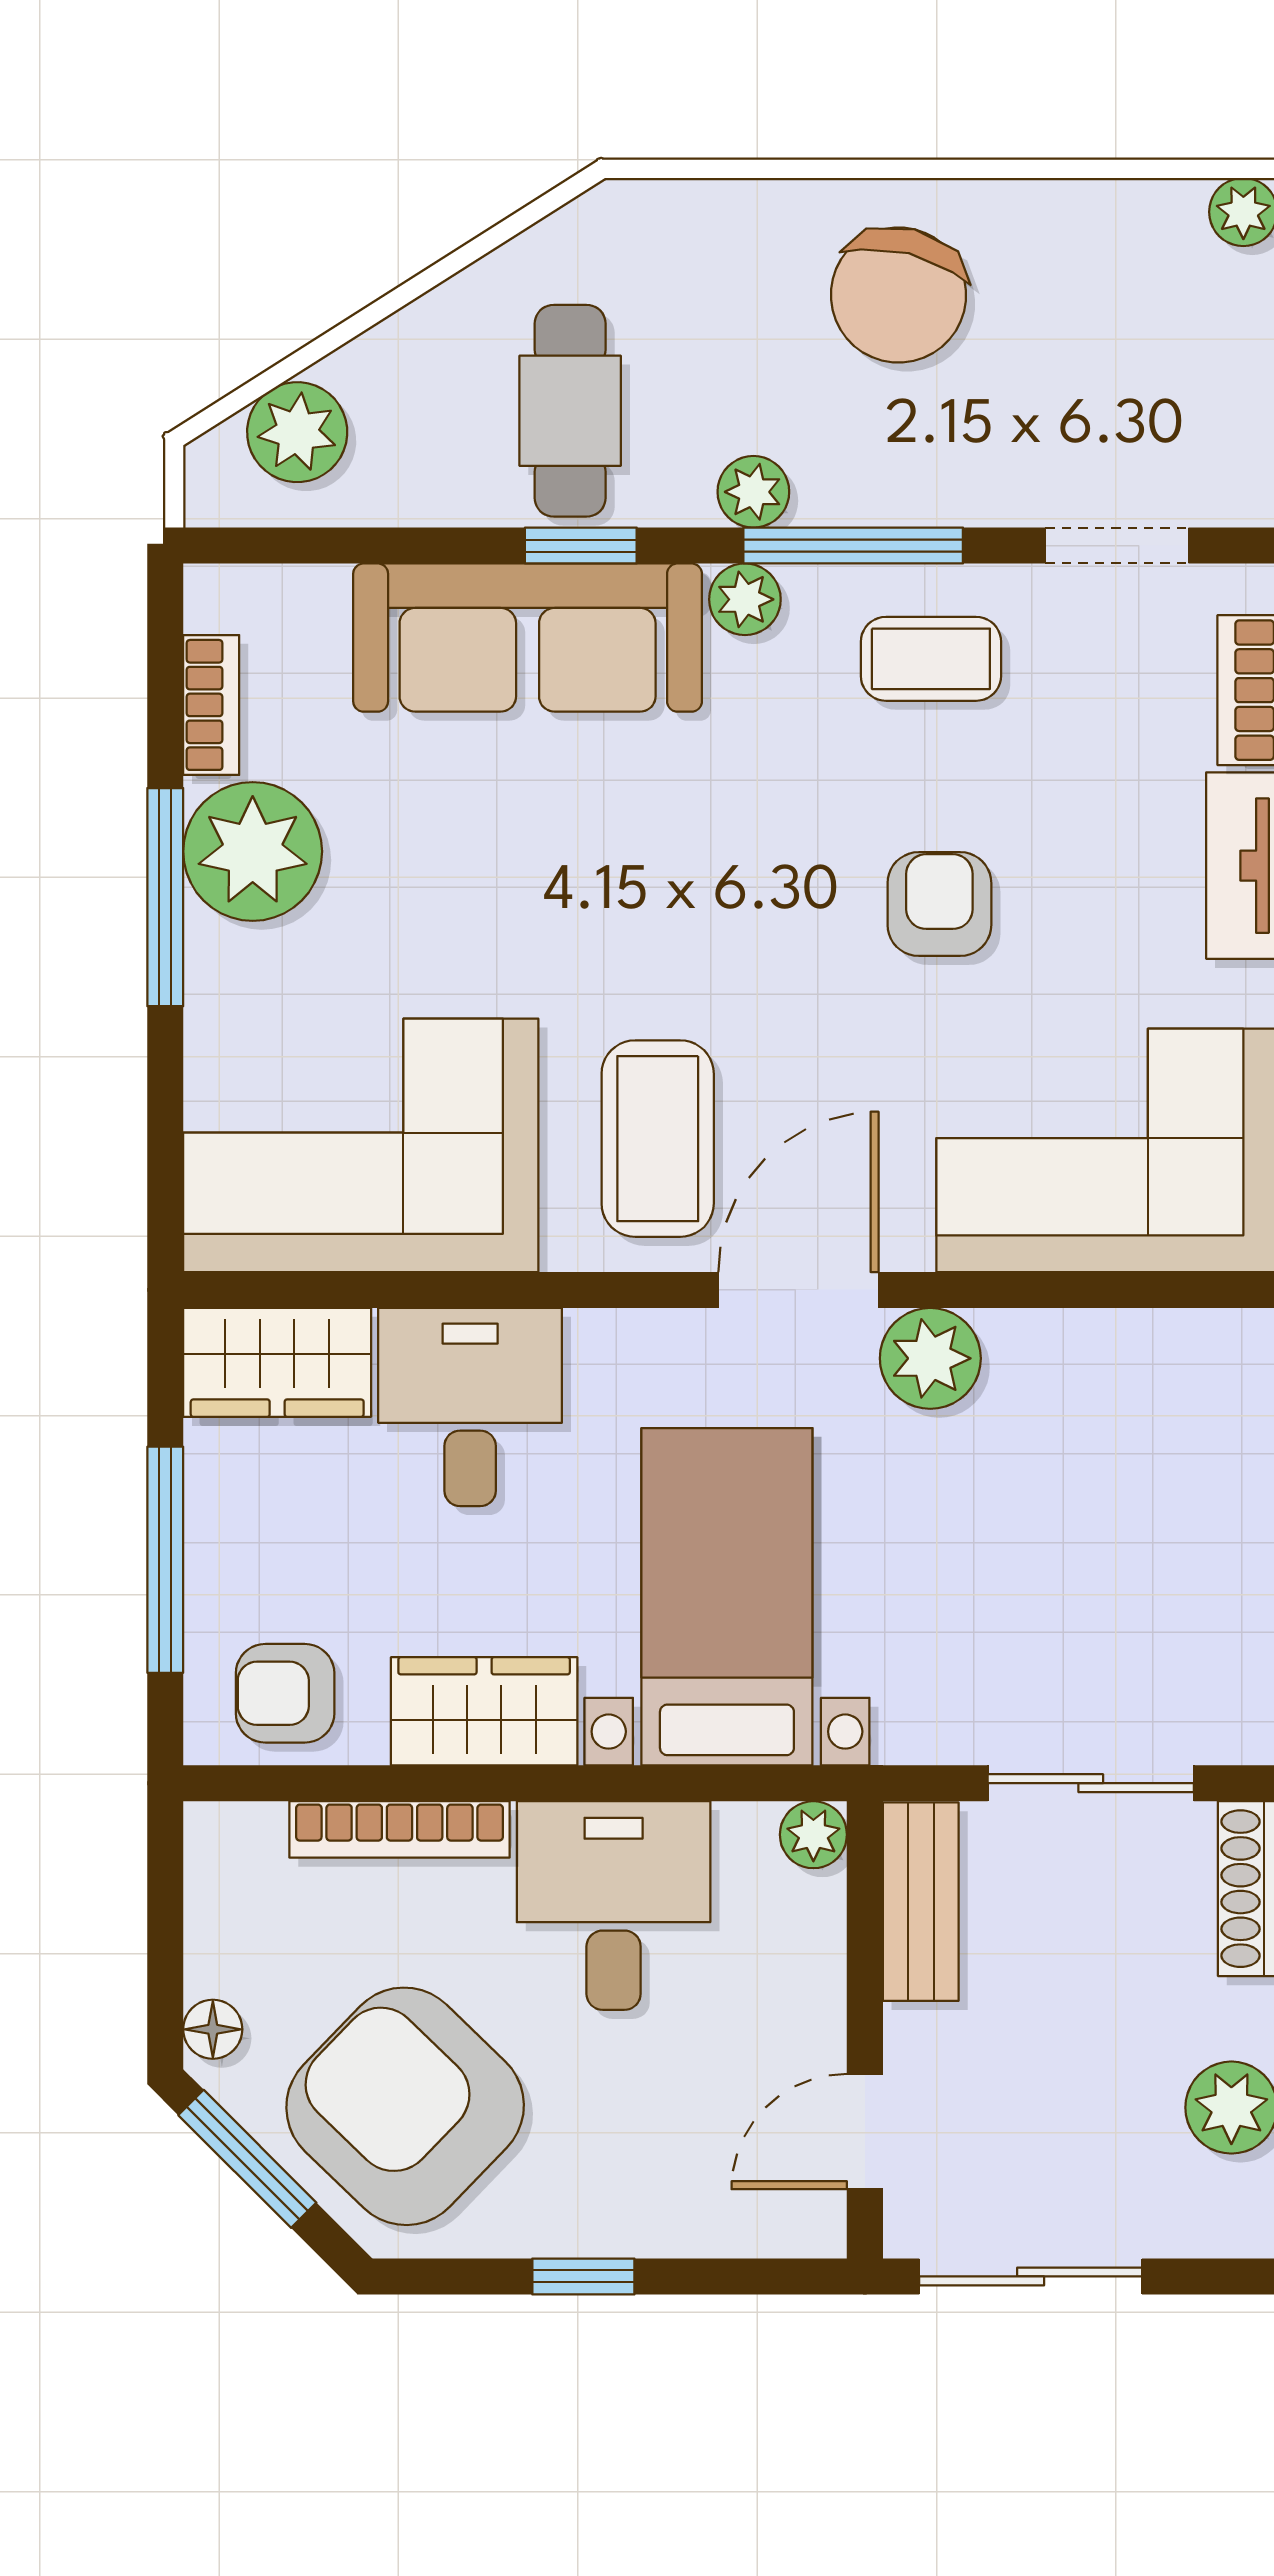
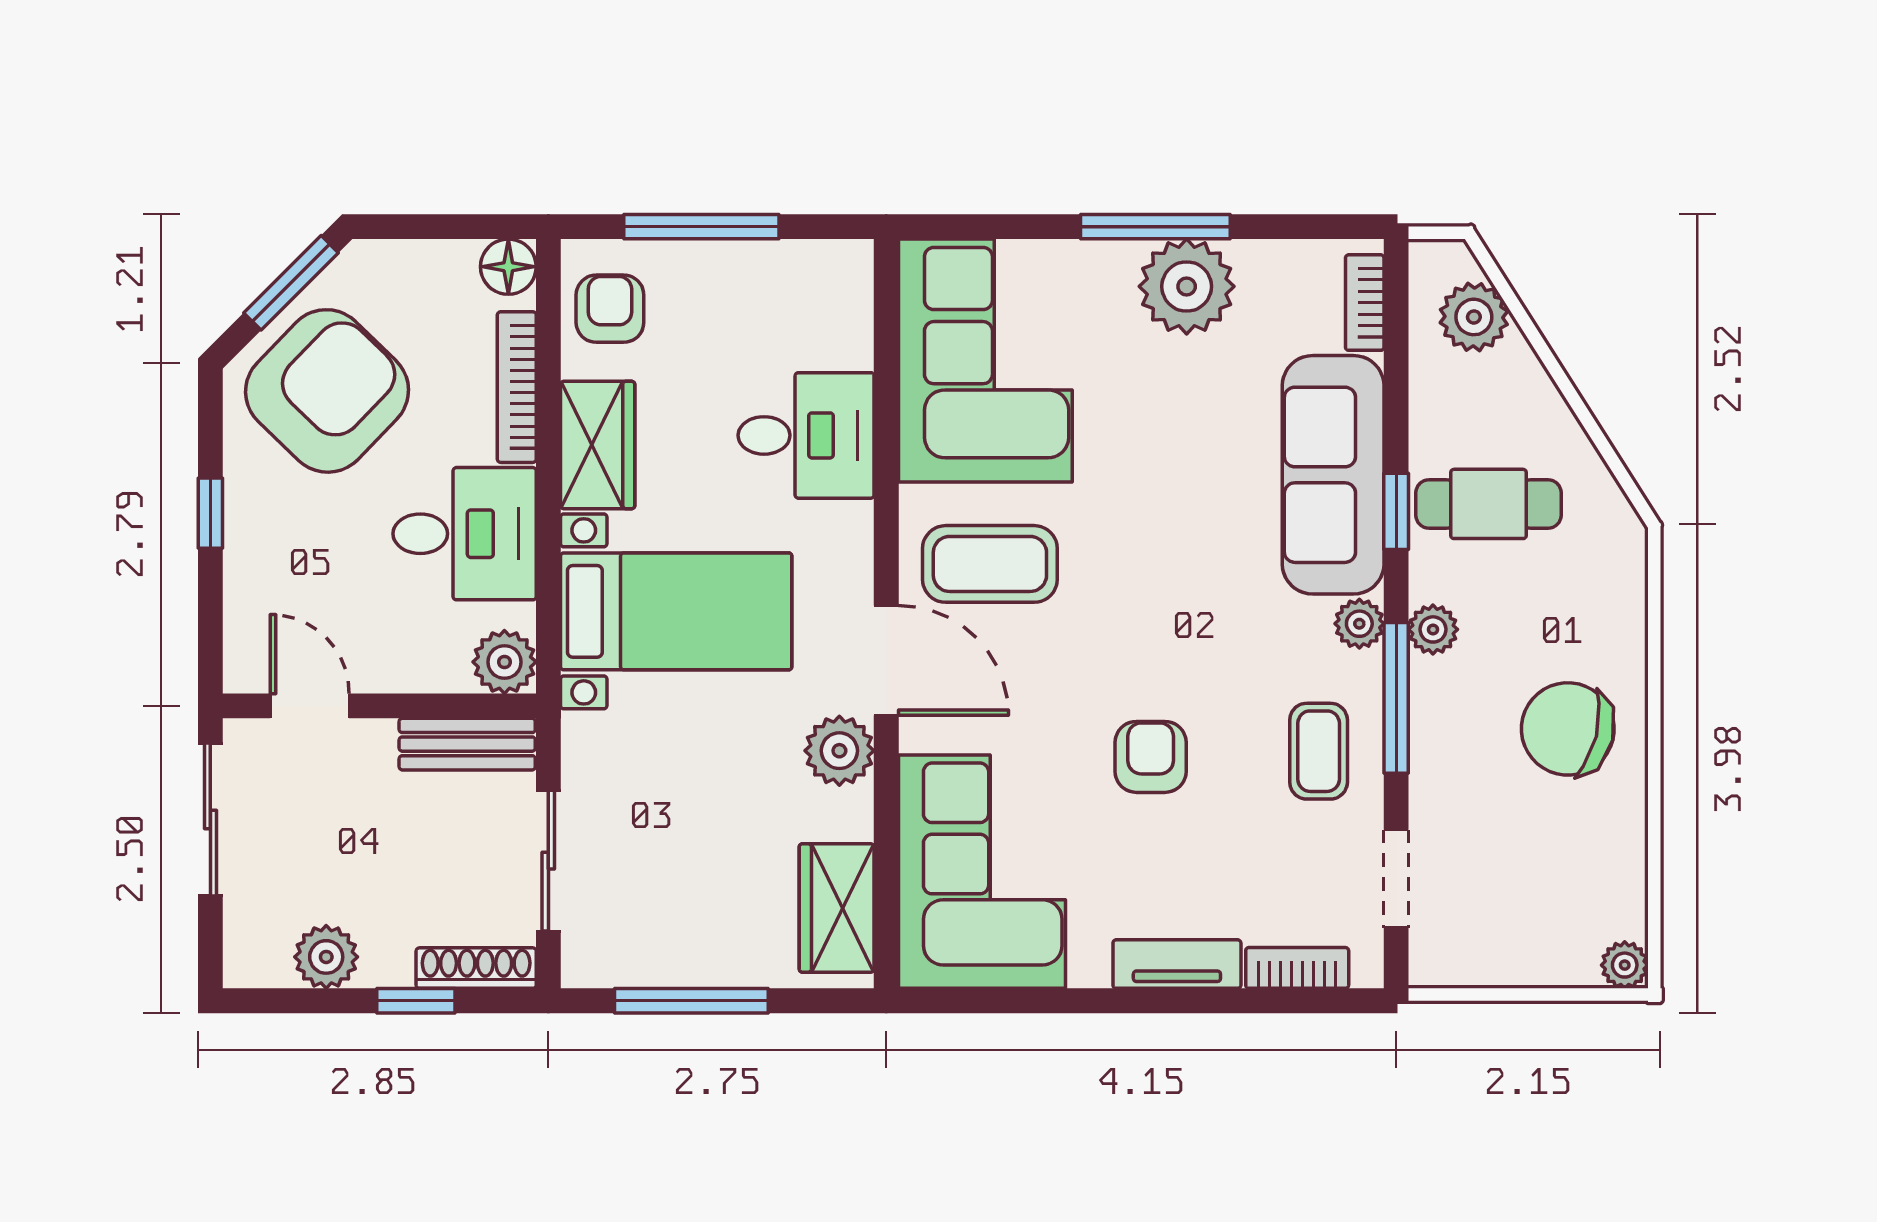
bookcase: (211, 705) -> (1365, 303), moved, turned 90
armchair: (939, 904) -> (1151, 757), turned -90
wardrobe: (277, 1362) -> (837, 908), moved
plant: (813, 1835) -> (504, 662), width x1.38, depth x1.38
floor lamp: (213, 2029) -> (508, 267), moved, width x1.37, depth x1.37

